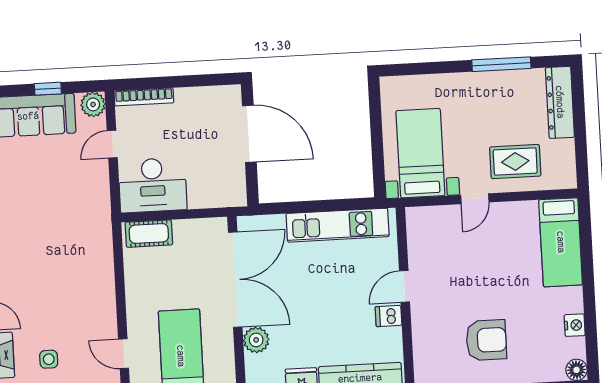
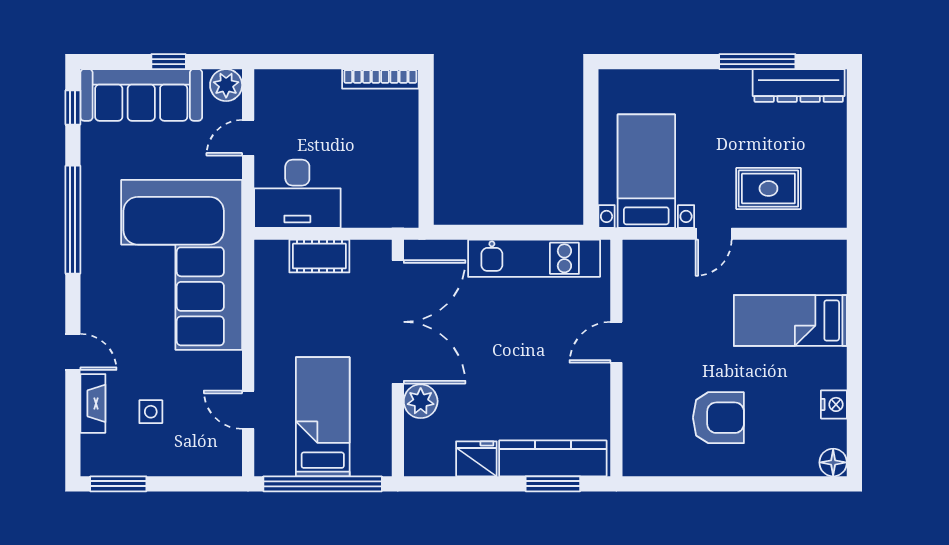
bookcase: (144, 97) -> (380, 79), moved
dresser: (560, 102) -> (799, 85), moved, turned -90
door: (249, 134) -> (426, 134), removed
cot: (149, 234) -> (319, 256), moved
bed: (561, 242) -> (790, 320), moved, turned 90
corner sofa: (66, 245) -> (182, 265), added
dishwasher: (389, 316) -> (594, 380), removed

